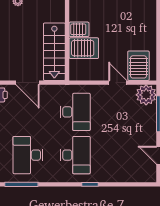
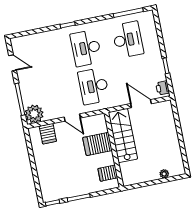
server rack: (79, 29) -> (108, 173), moved
server rack: (138, 66) -> (48, 134), width x0.73, depth x0.70
door: (118, 83) -> (72, 117), moved

